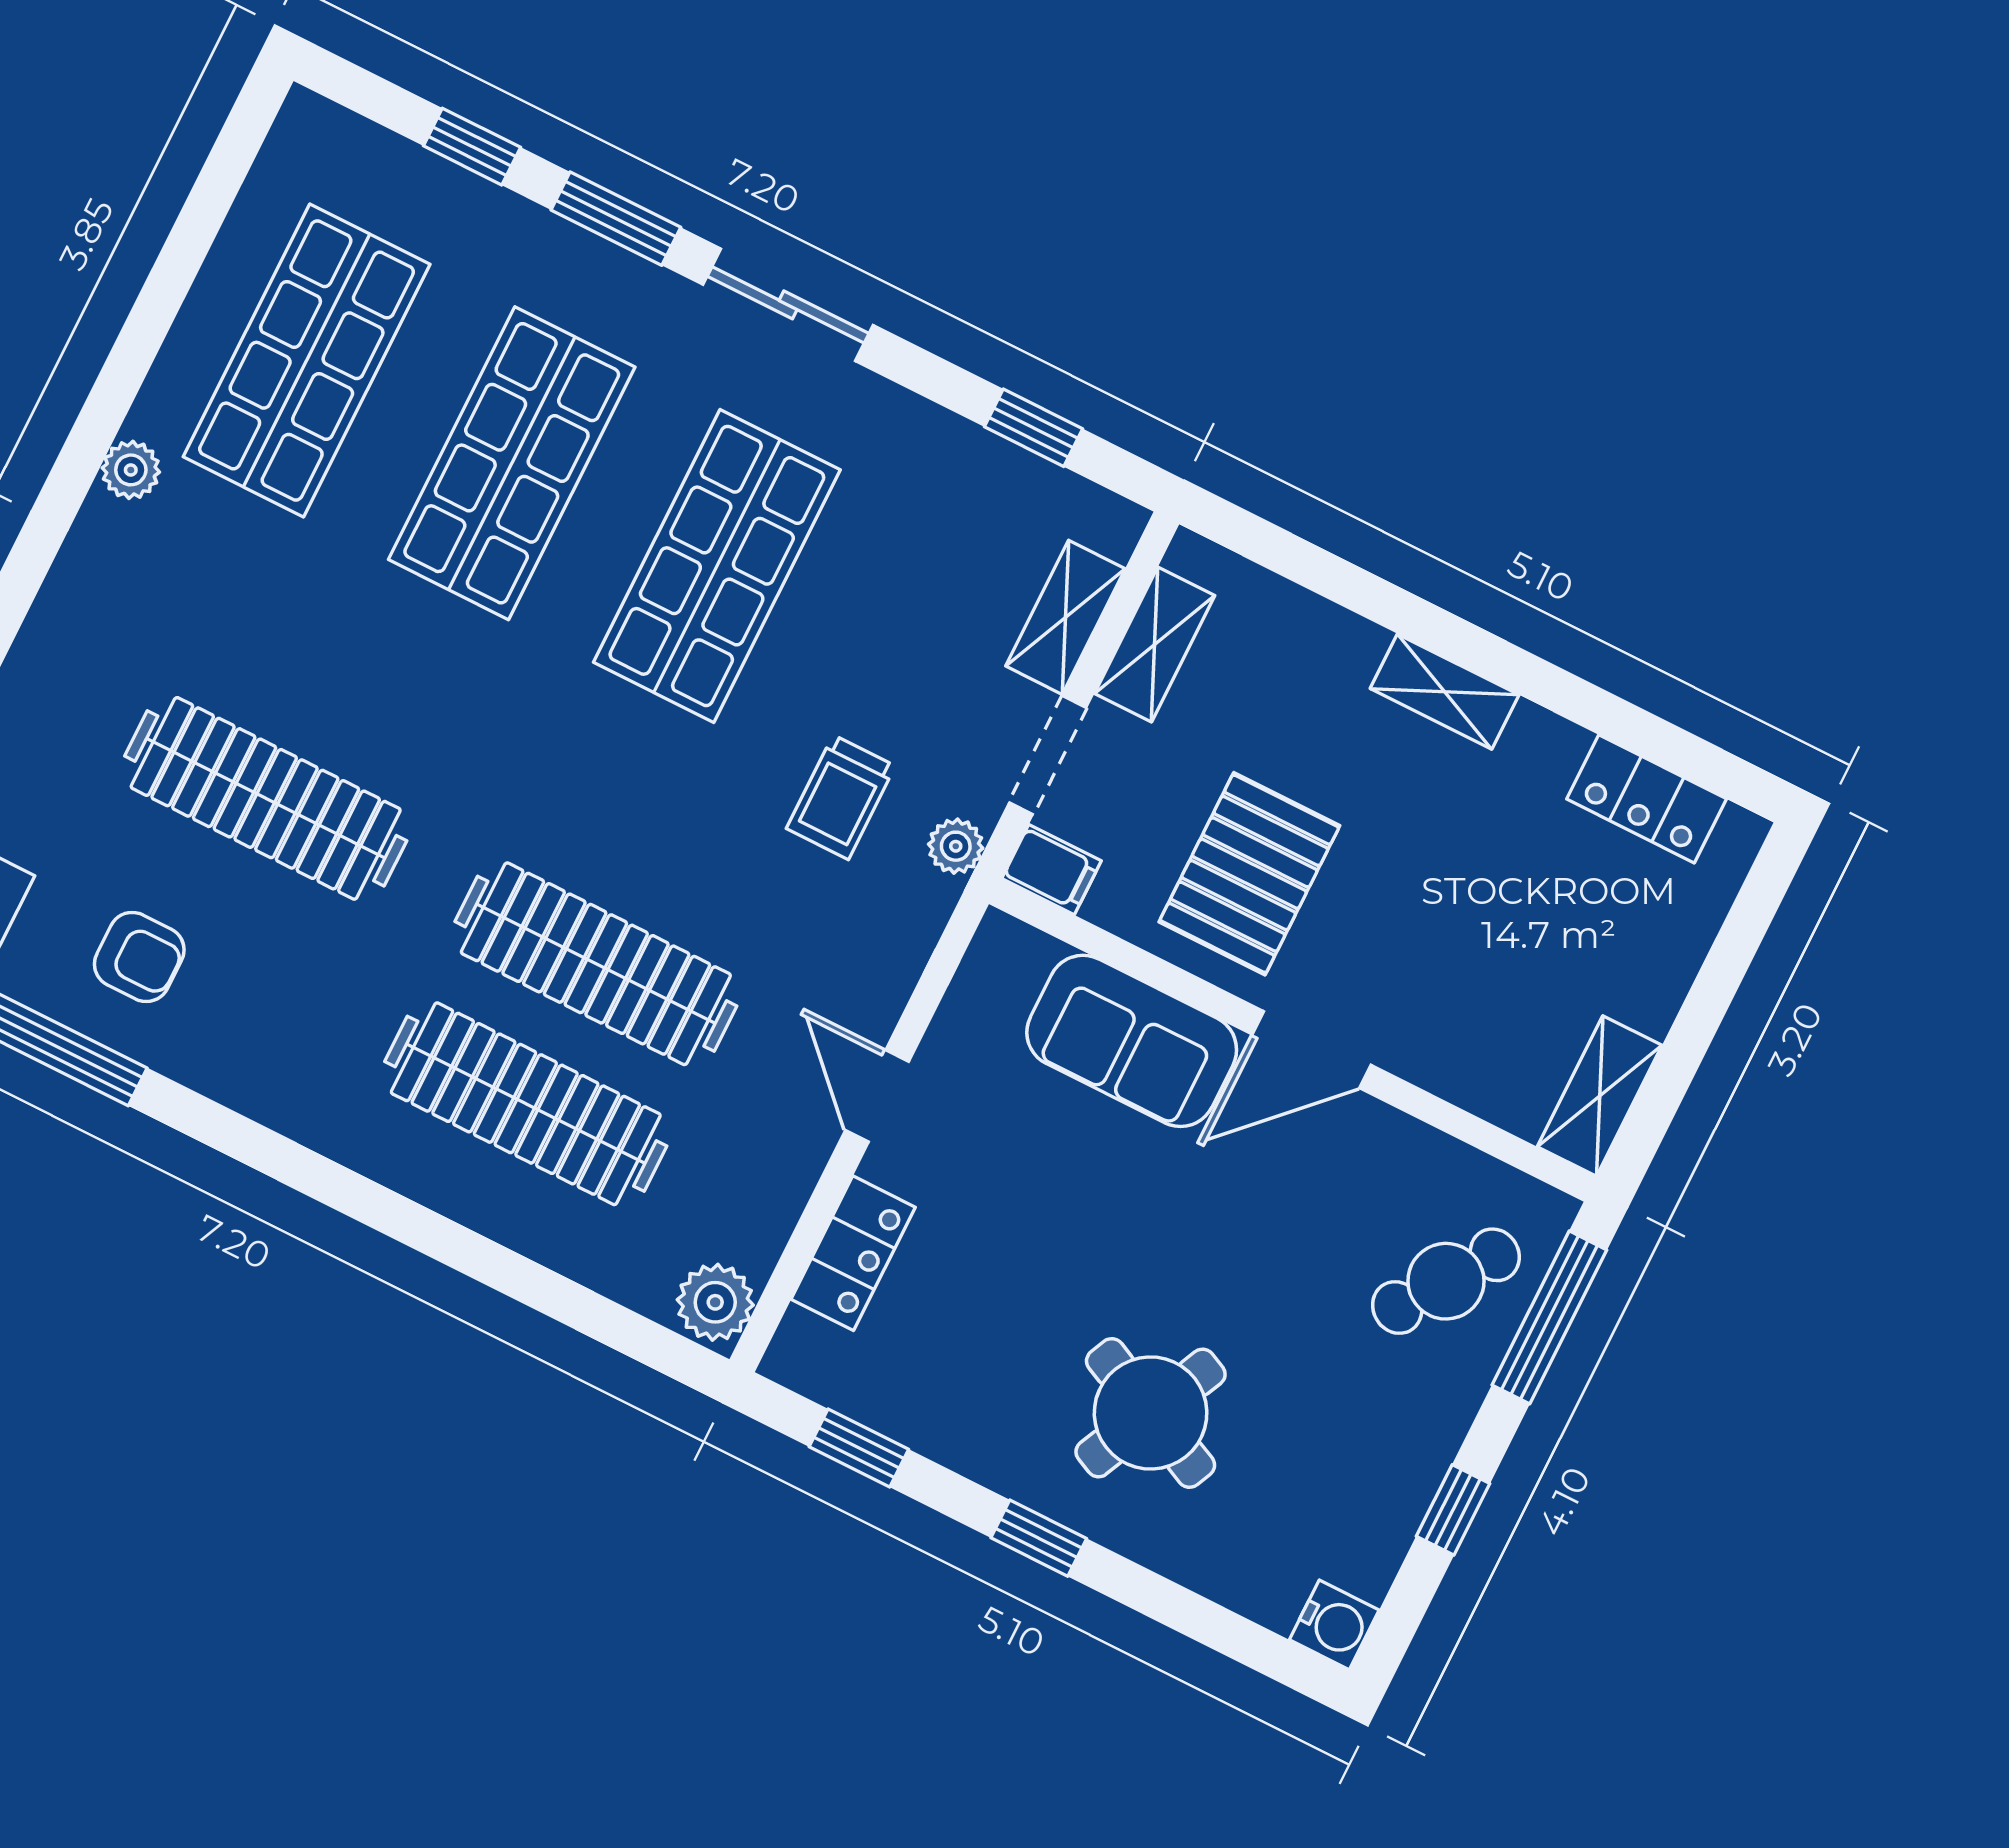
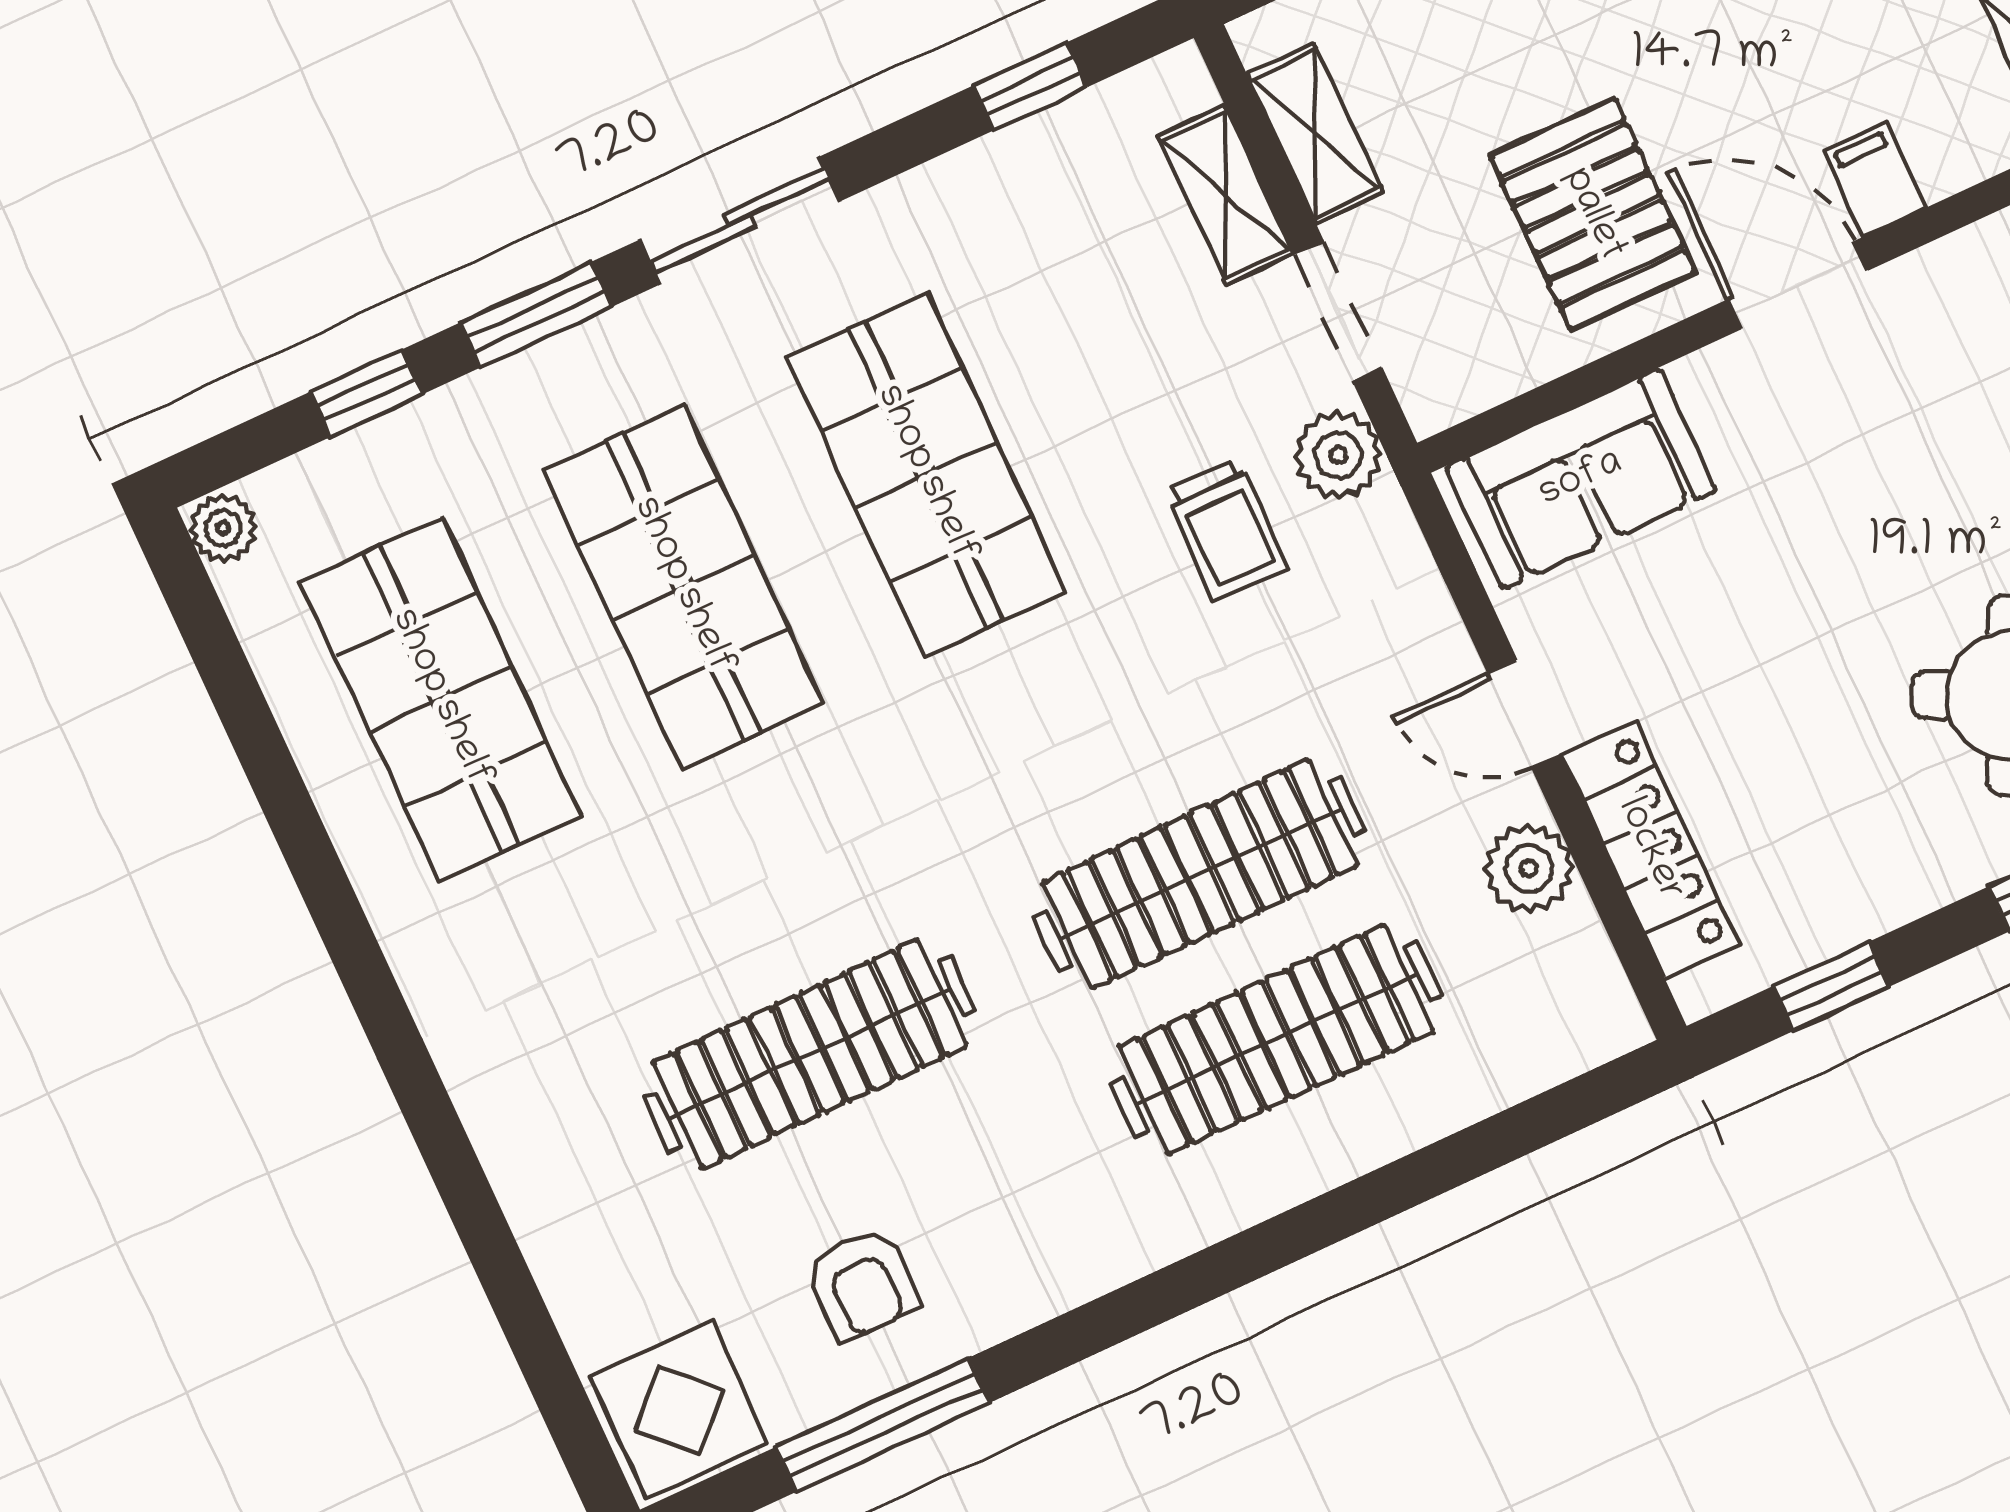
plant: (131, 470) -> (223, 528), moved
plant: (956, 846) -> (1338, 455), width x1.38, depth x1.38
filing cabinet: (1052, 870) -> (1875, 179), moved, turned -90
armchair: (139, 957) -> (862, 1284), turned 90
sofa: (1132, 1041) -> (1581, 479), moved
door: (1311, 1050) -> (1798, 285), swing flipped
locker: (853, 1253) -> (1650, 850), width x1.53
plant: (715, 1302) -> (1529, 868), moved

